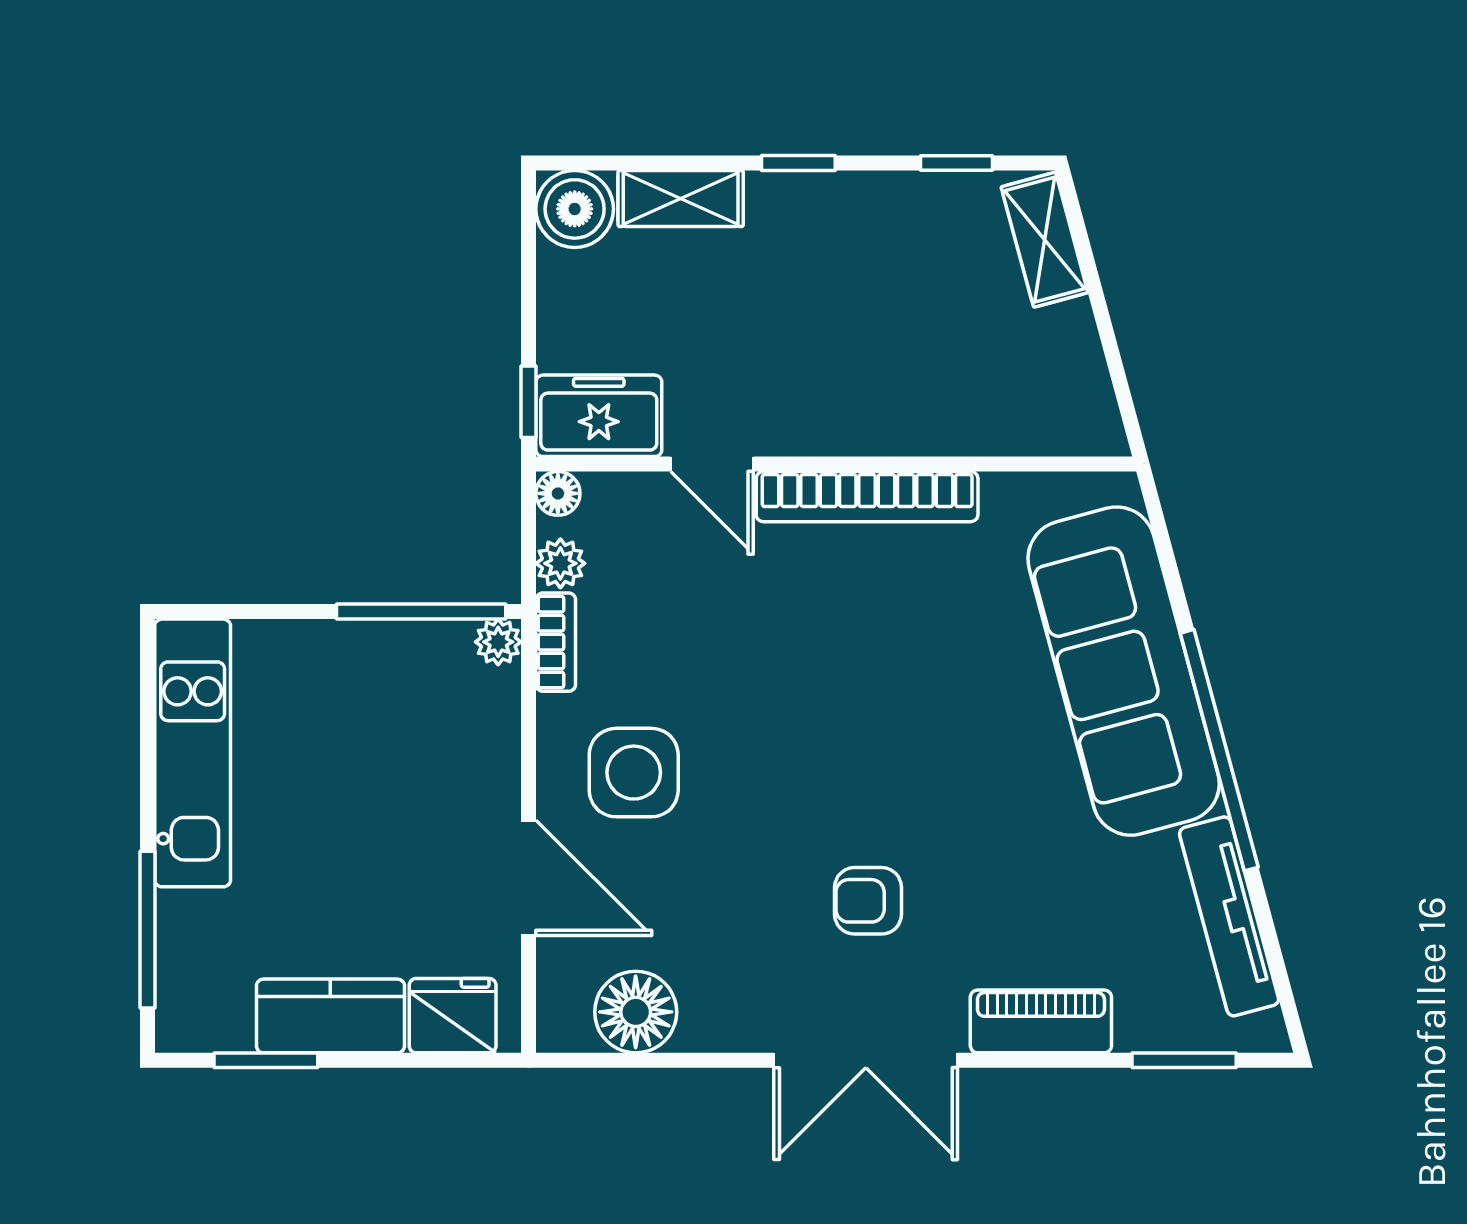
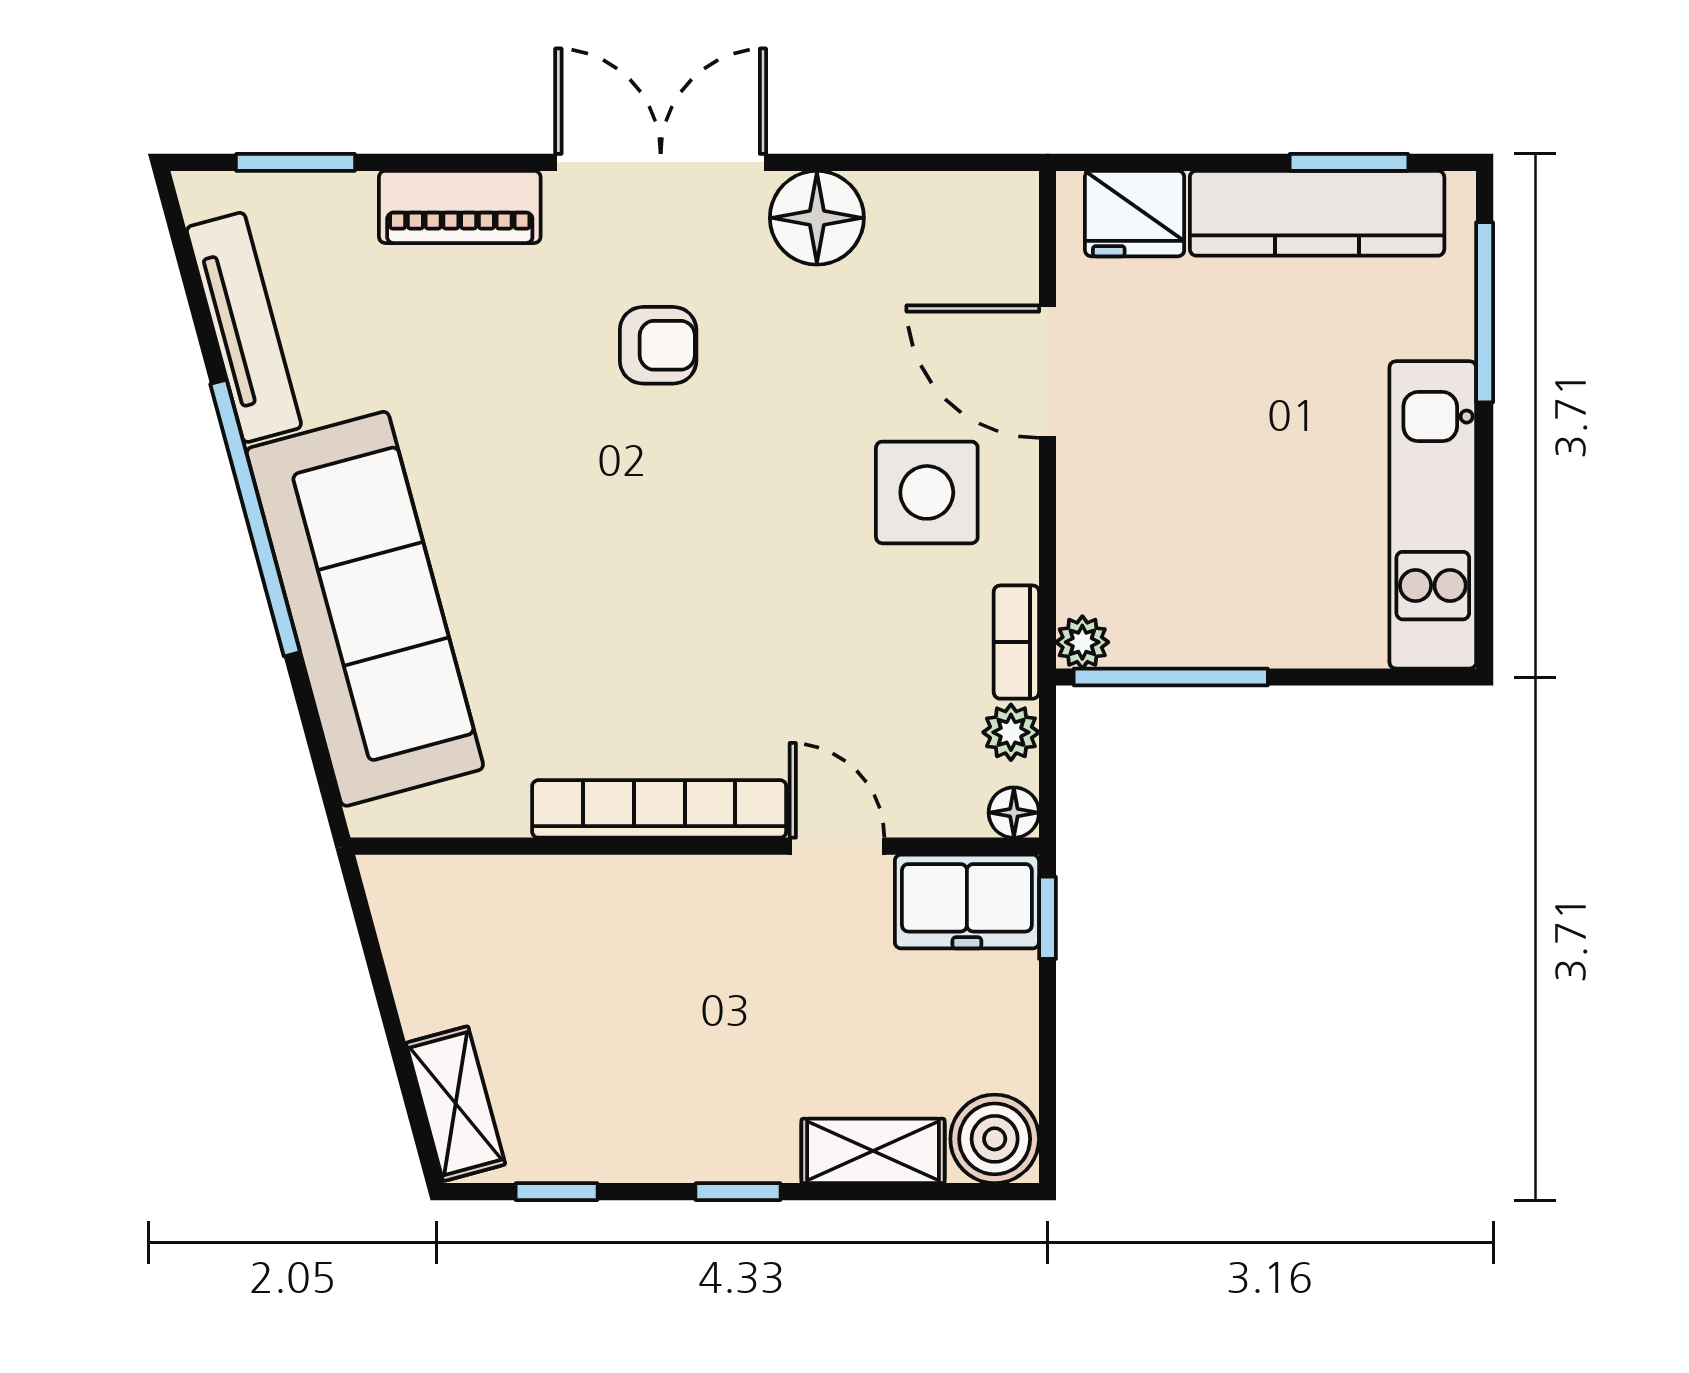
floor lamp: (636, 1012) -> (817, 218), moved
kitchen counter: (330, 1016) -> (1317, 213), width x1.50

